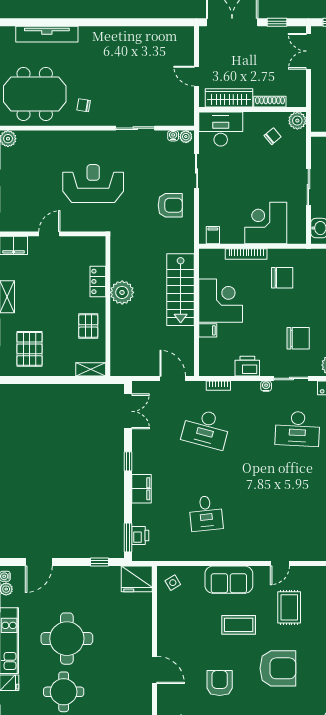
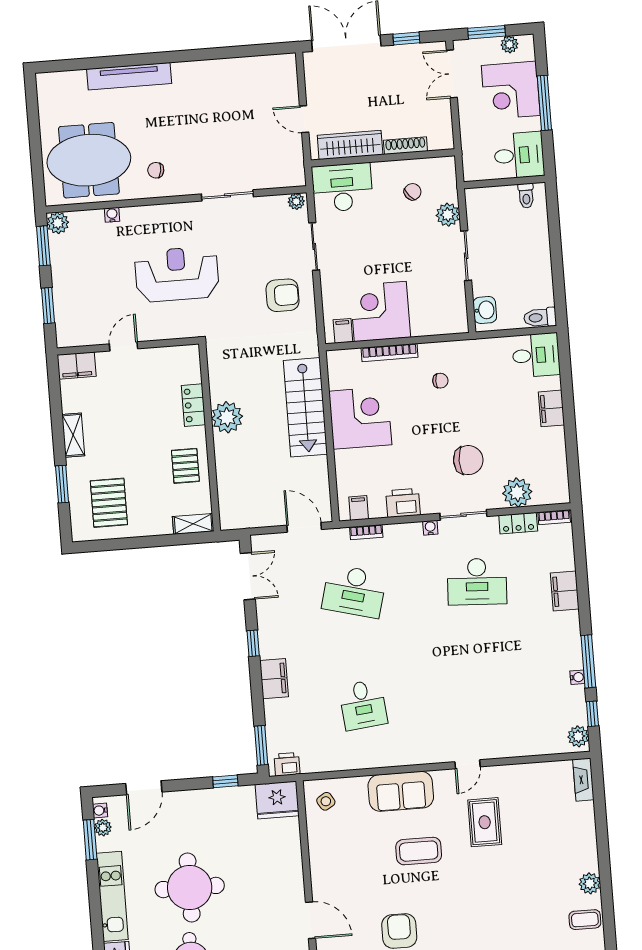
tv unit: (47, 34) -> (129, 76), moved
plant: (297, 121) -> (448, 215), moved
water cooler: (173, 136) -> (112, 215), moved
corner desk: (266, 223) -> (380, 311), moved
chair: (282, 278) -> (440, 381), width x0.54, depth x0.54
filing cabinet: (208, 330) -> (359, 508), moved, turned -90
printer: (140, 536) -> (287, 764), moved, turned -90
armchair: (278, 668) -> (476, 905), removed

